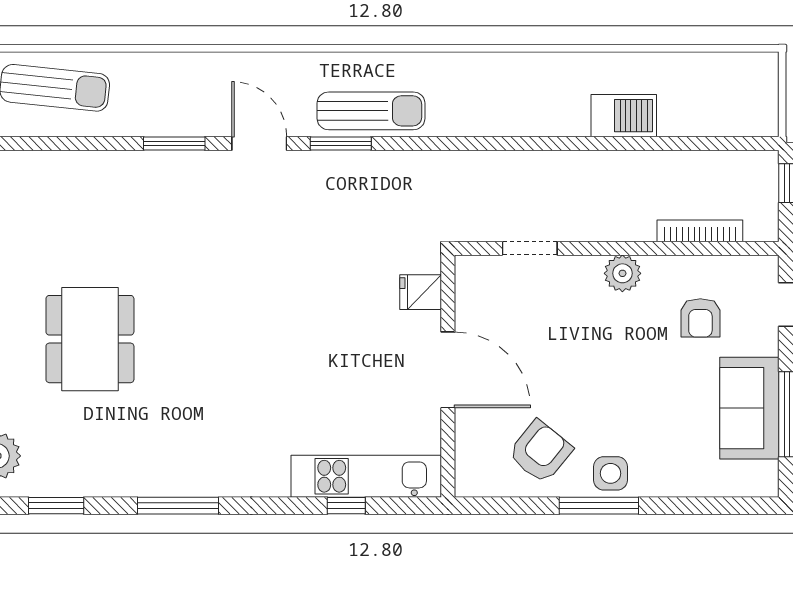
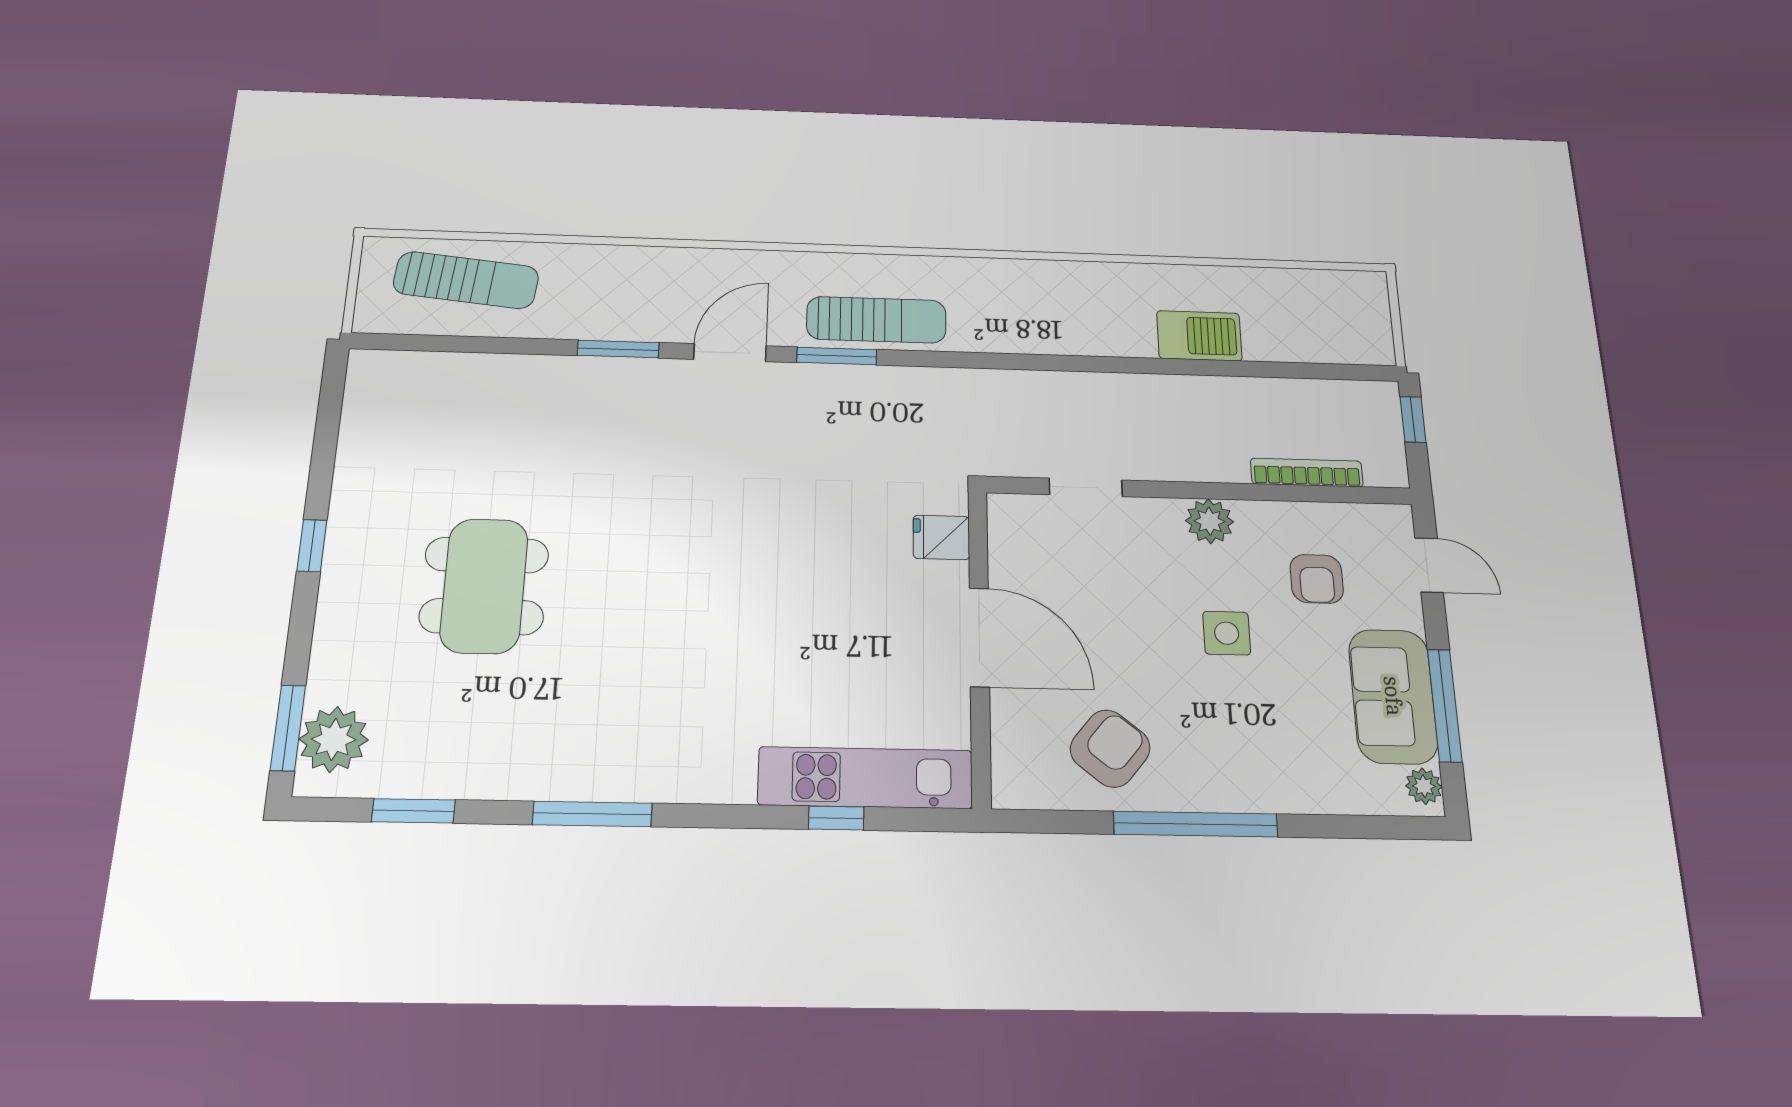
door: (259, 143) -> (730, 353), hinge flipped
side table: (611, 473) -> (1227, 633), moved
plant: (765, 475) -> (1424, 786), added
window: (599, 506) -> (1196, 824), width x1.46

